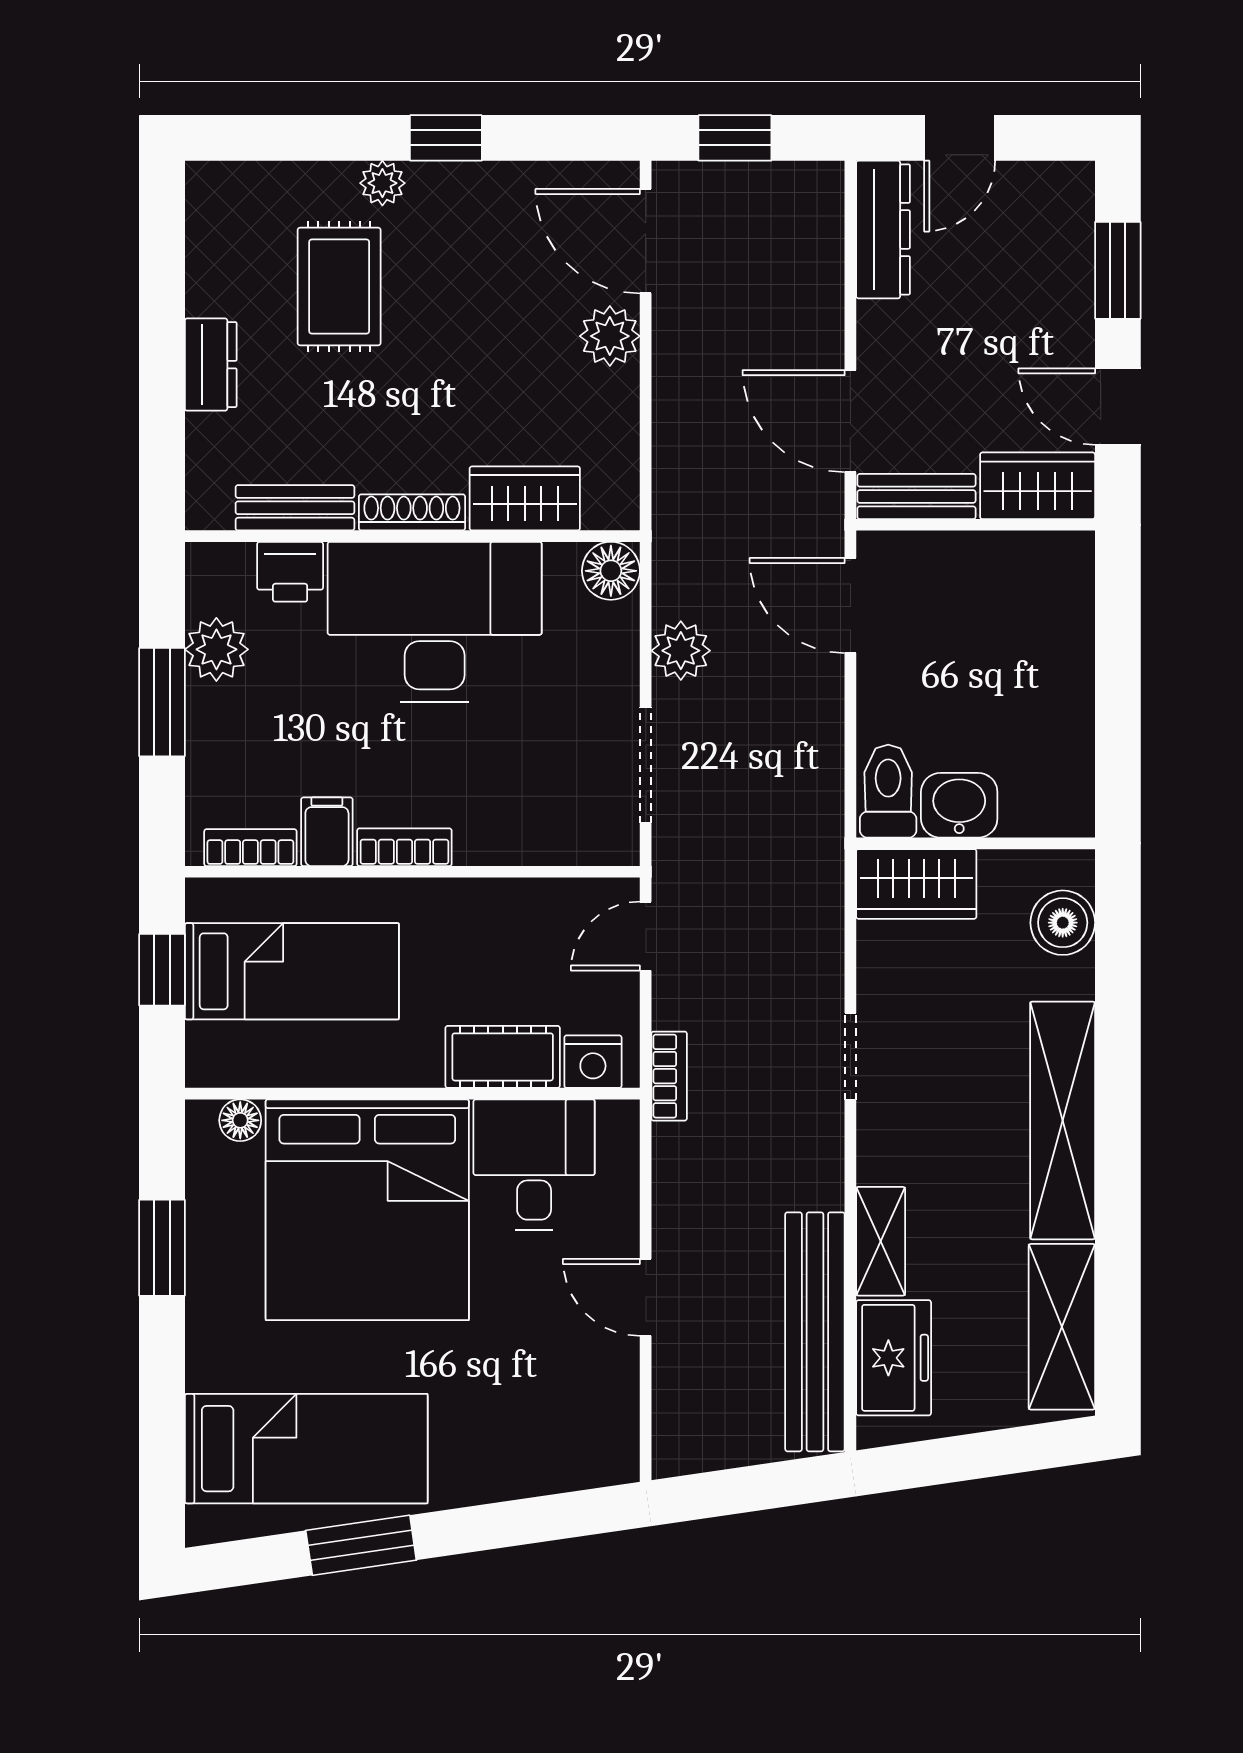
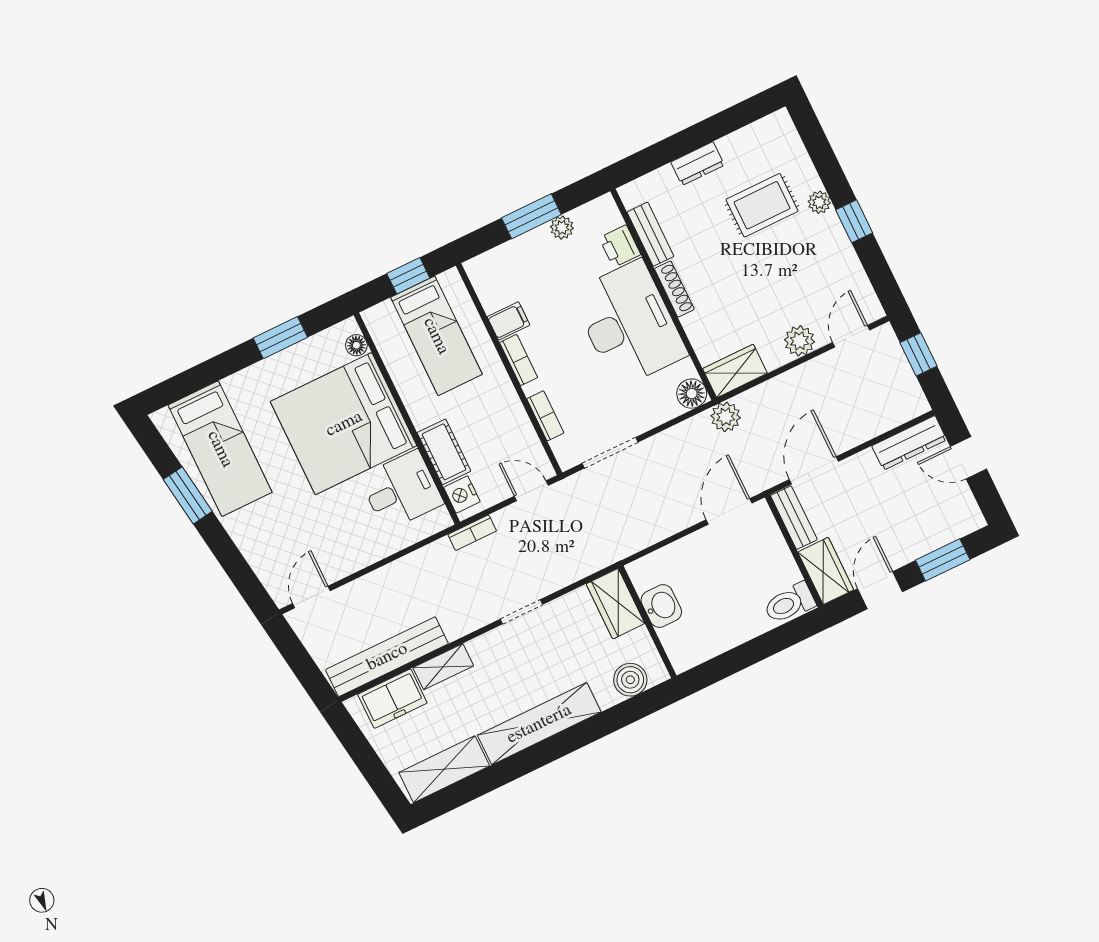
door: (646, 241) -> (851, 336), width x0.73
wardrobe: (525, 498) -> (735, 371), moved, turned -90
plant: (216, 649) -> (562, 228), width x0.73, depth x0.73
plant: (681, 651) -> (726, 417), moved
toilet: (888, 791) -> (790, 603), moved, turned 180
bookcase: (250, 848) -> (545, 416), moved
door: (646, 1297) -> (311, 597), moved

